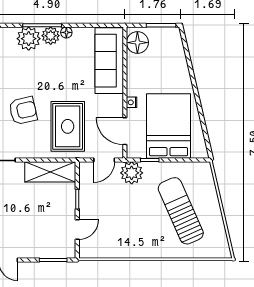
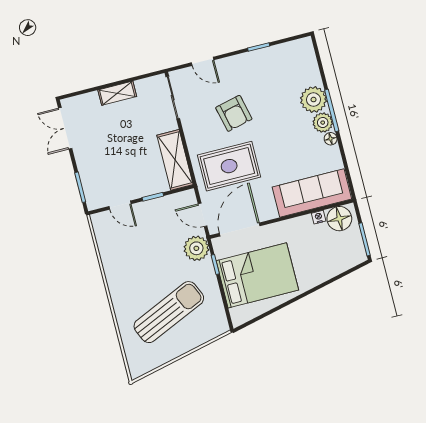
nightstand: (132, 102) -> (319, 217), moved
door: (125, 131) -> (240, 230), width x1.36

